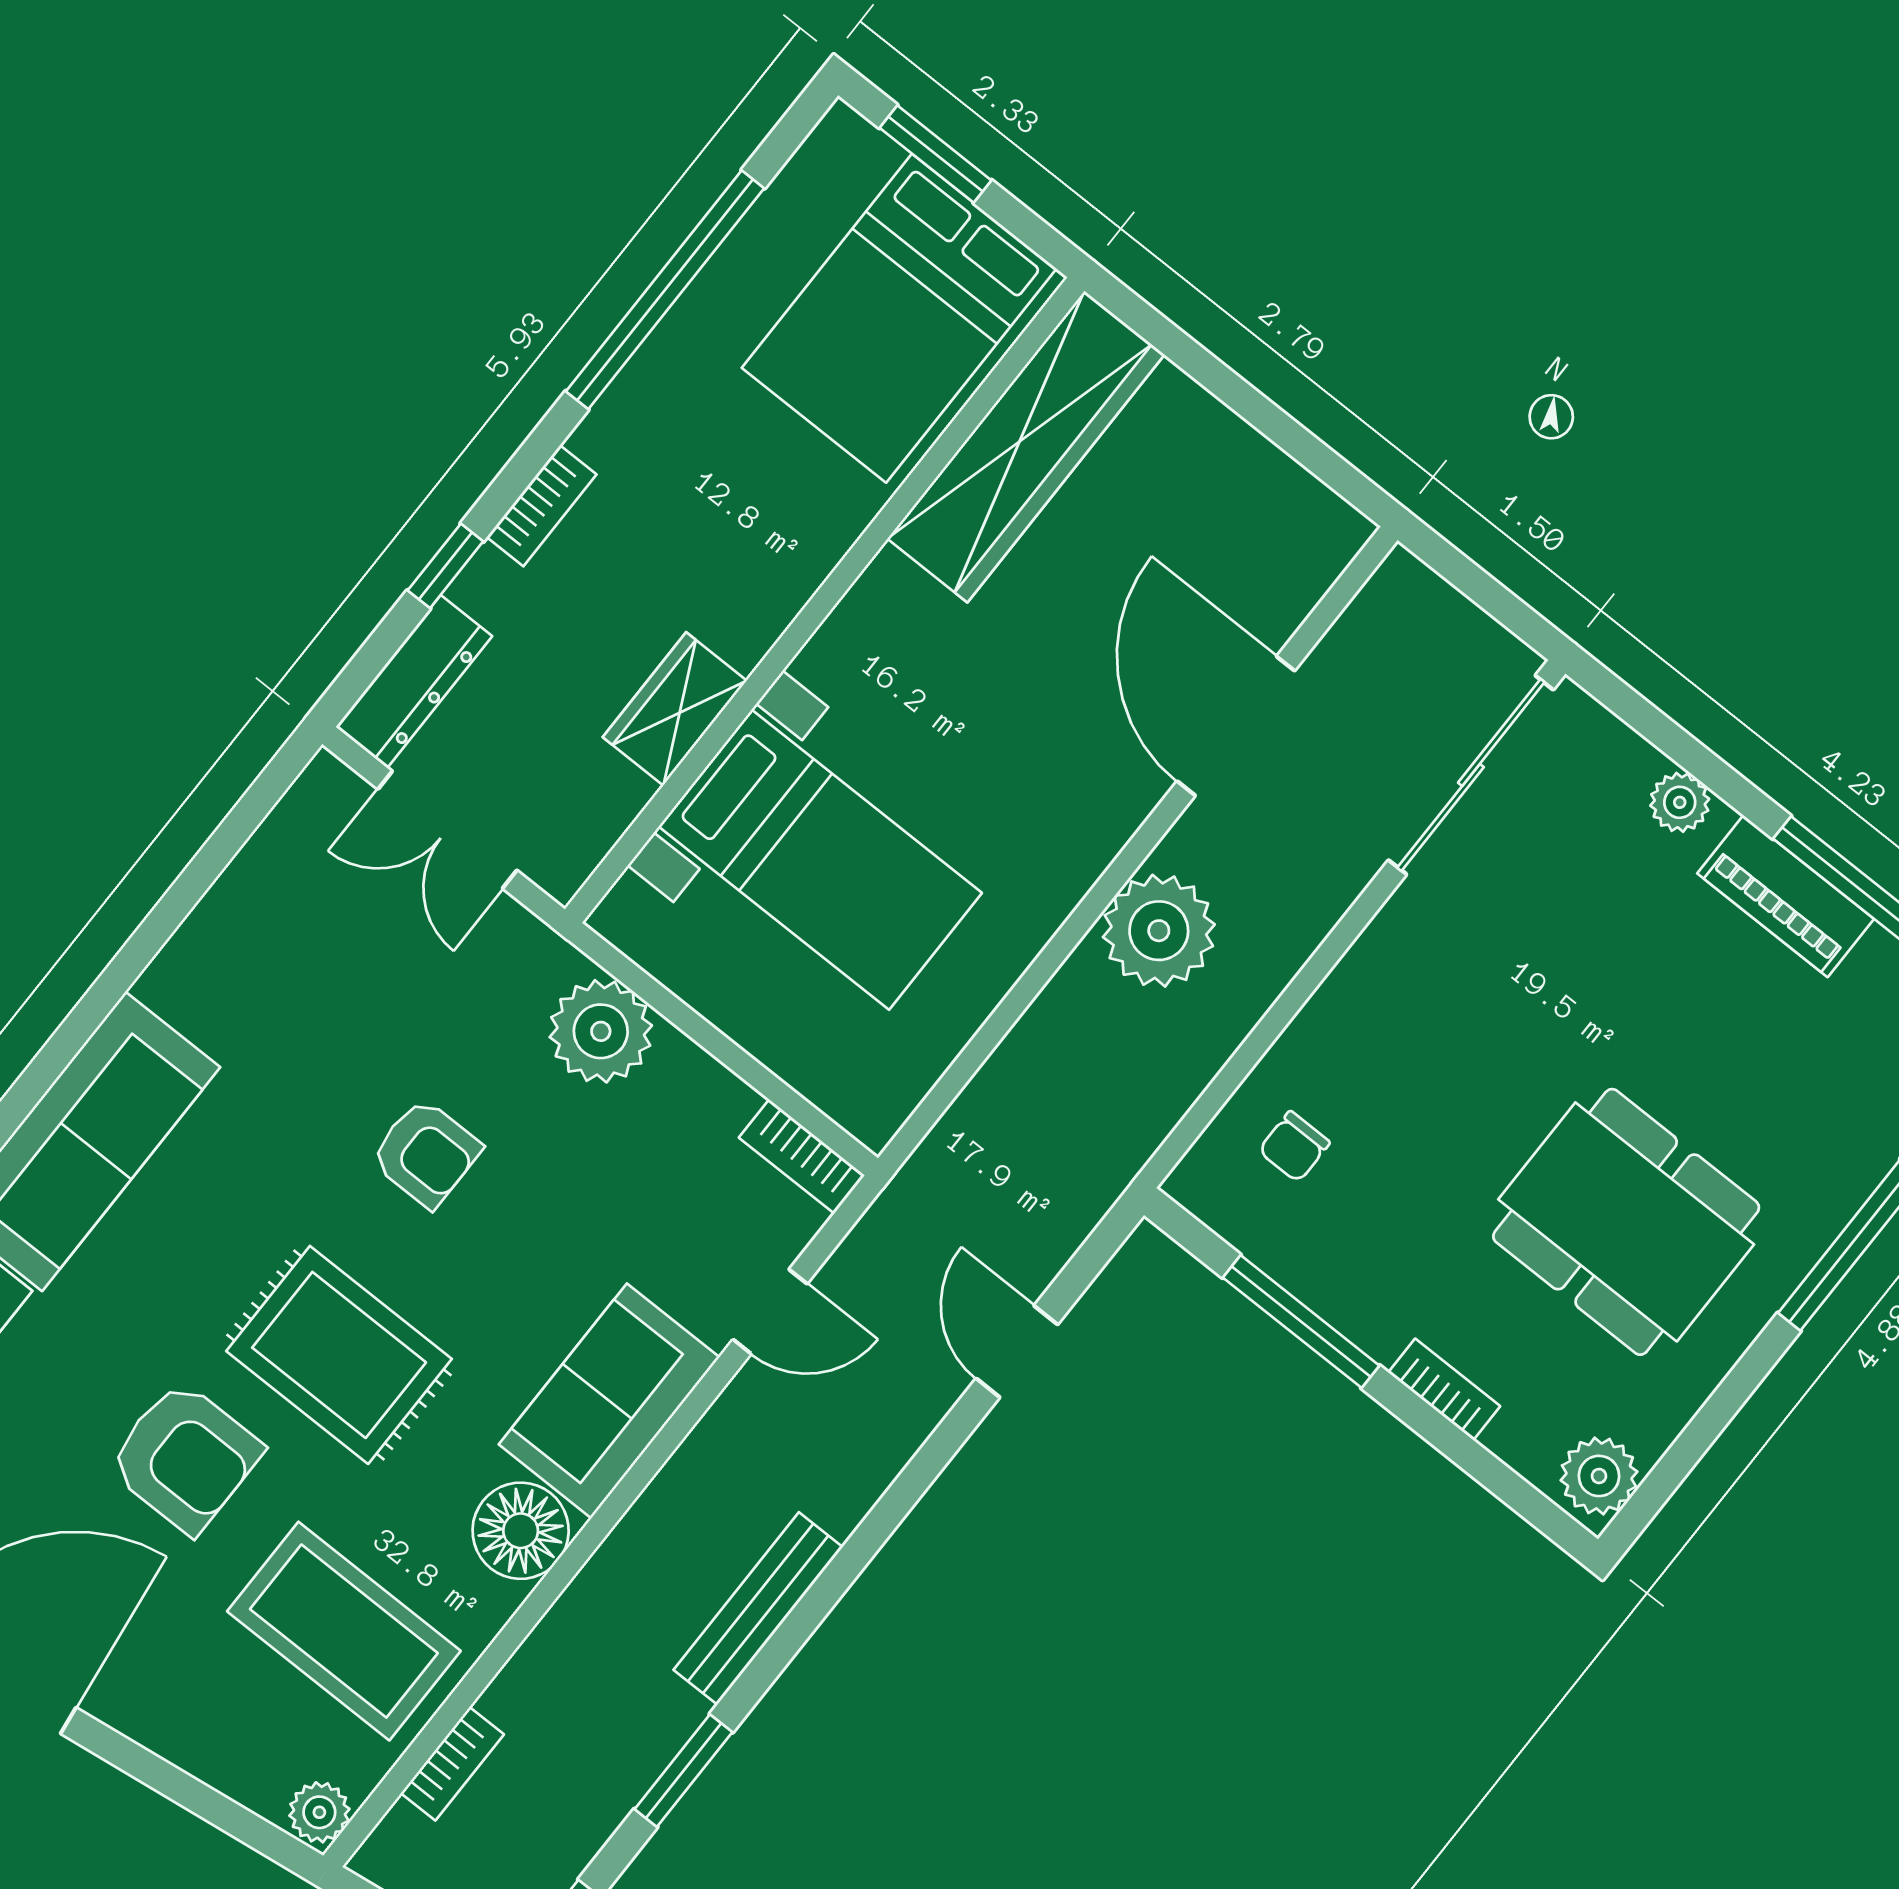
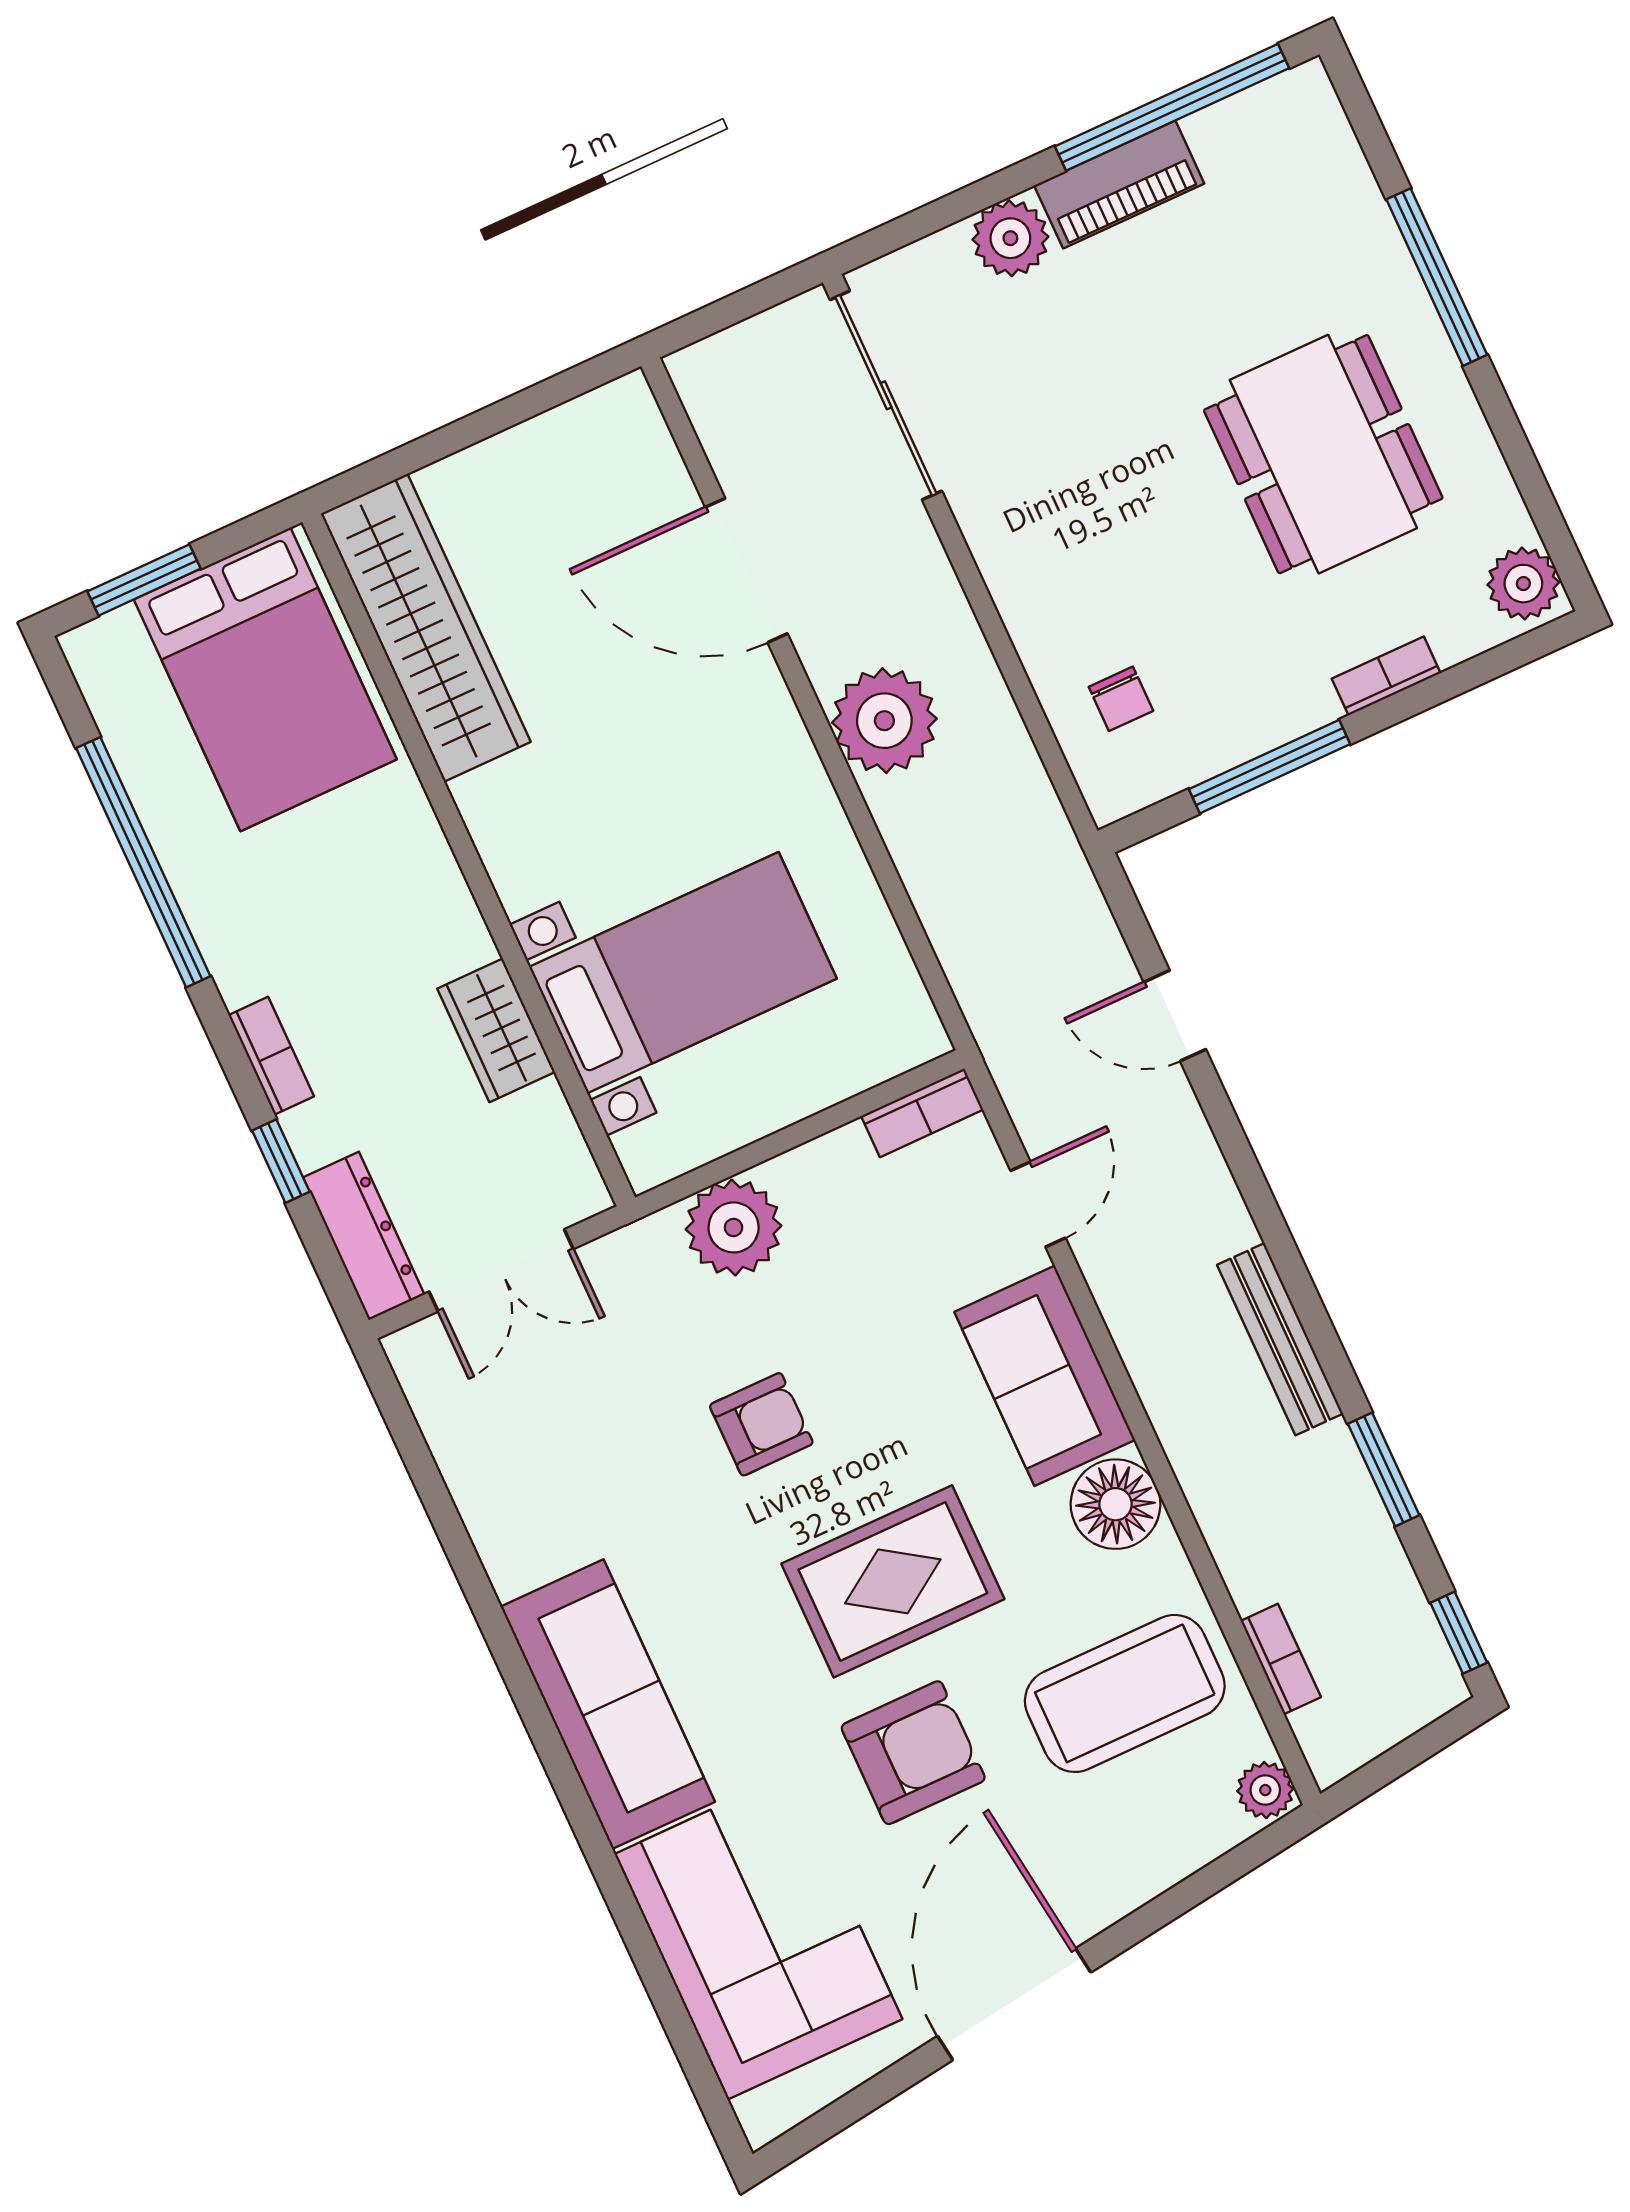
plant: (1680, 802) -> (1010, 238), width x1.38, depth x1.38
dining table: (1626, 1222) -> (1323, 454), turned 90

